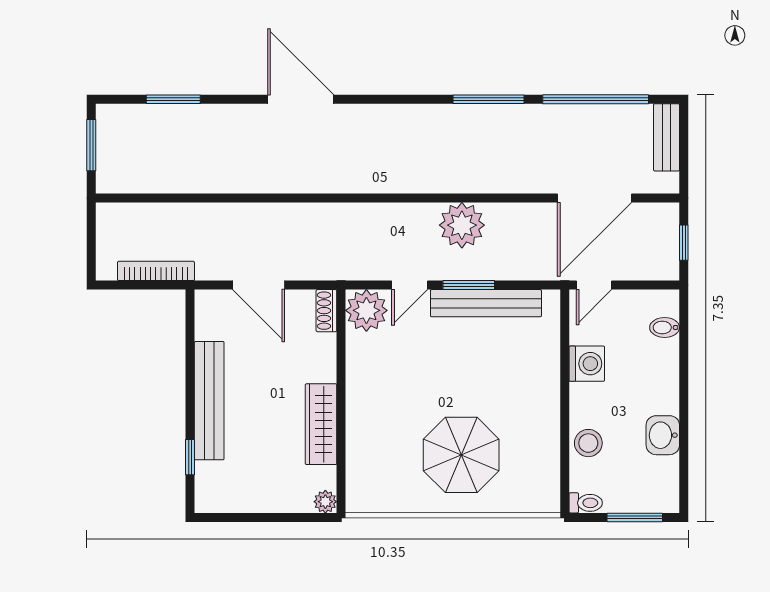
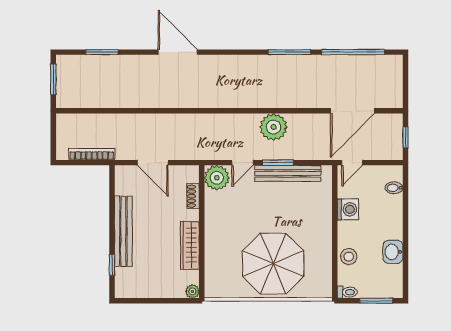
bench: (667, 137) -> (395, 75), removed
shoe rack: (326, 311) -> (193, 196), moved
parasol: (461, 455) -> (273, 264), width x1.36, depth x1.36

